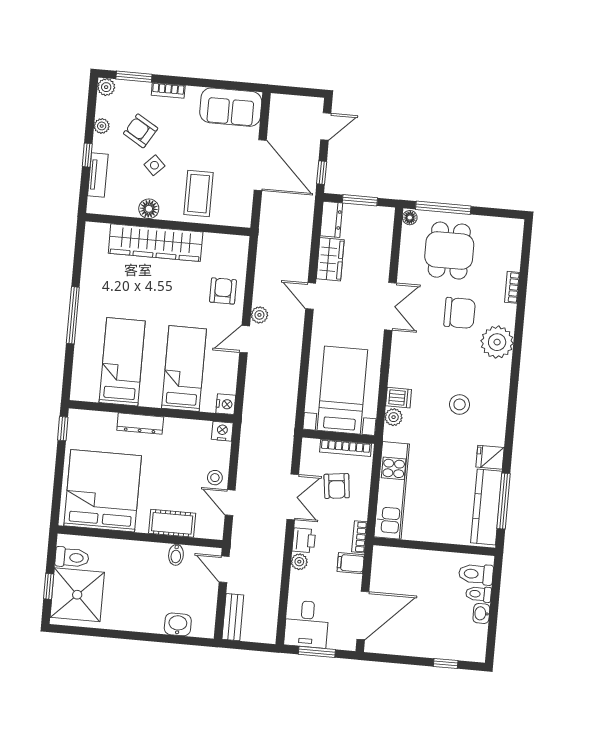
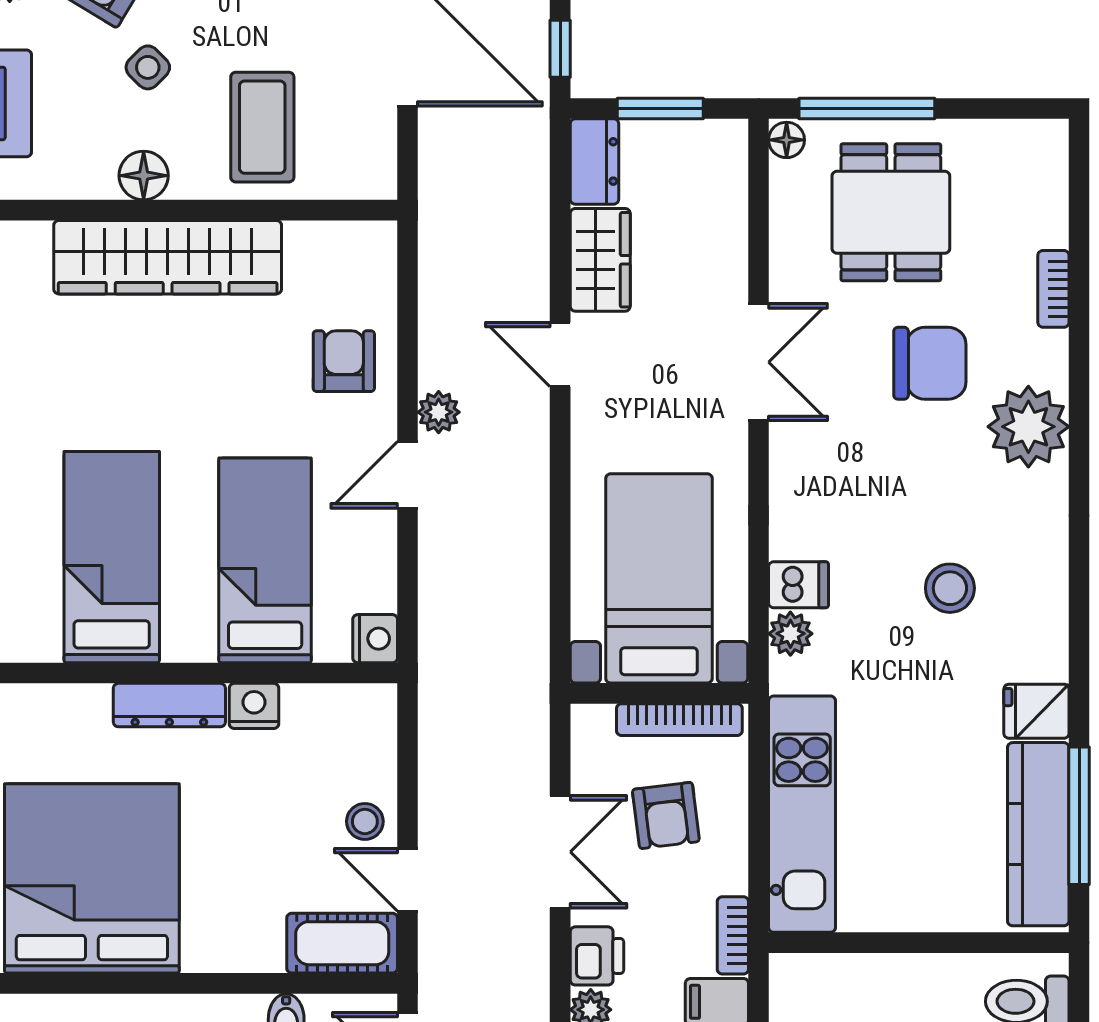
nightstand: (222, 431) -> (254, 706), moved
cot: (172, 523) -> (342, 943), moved

